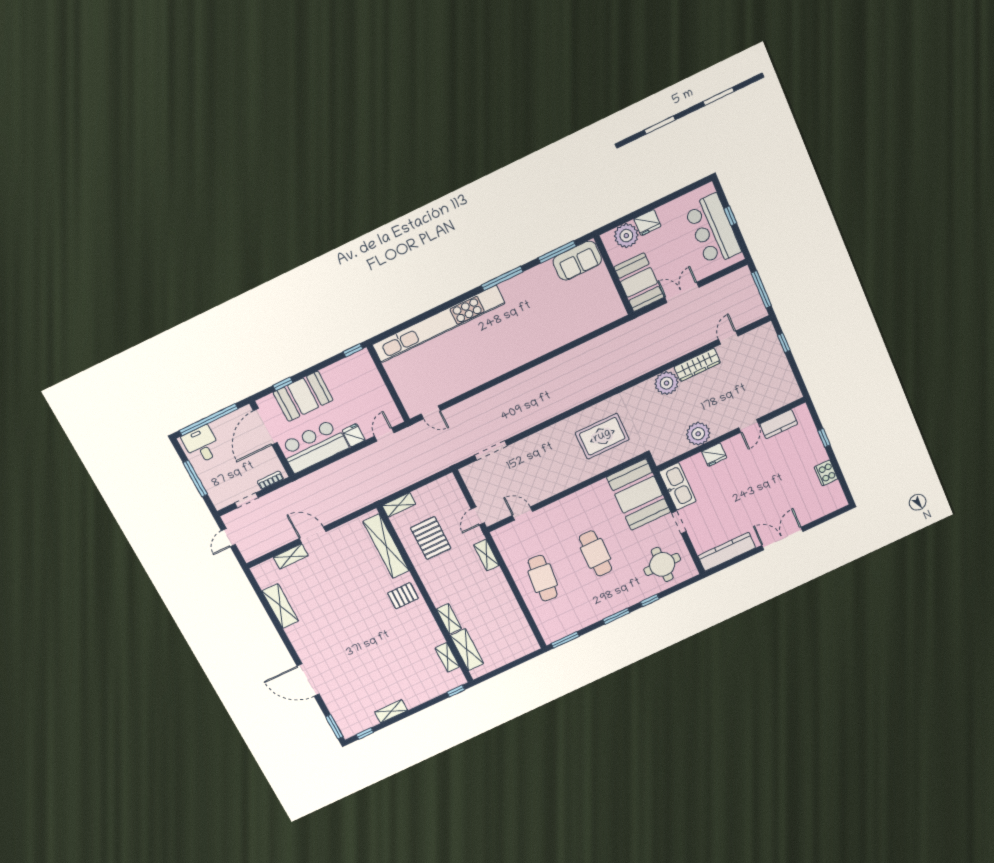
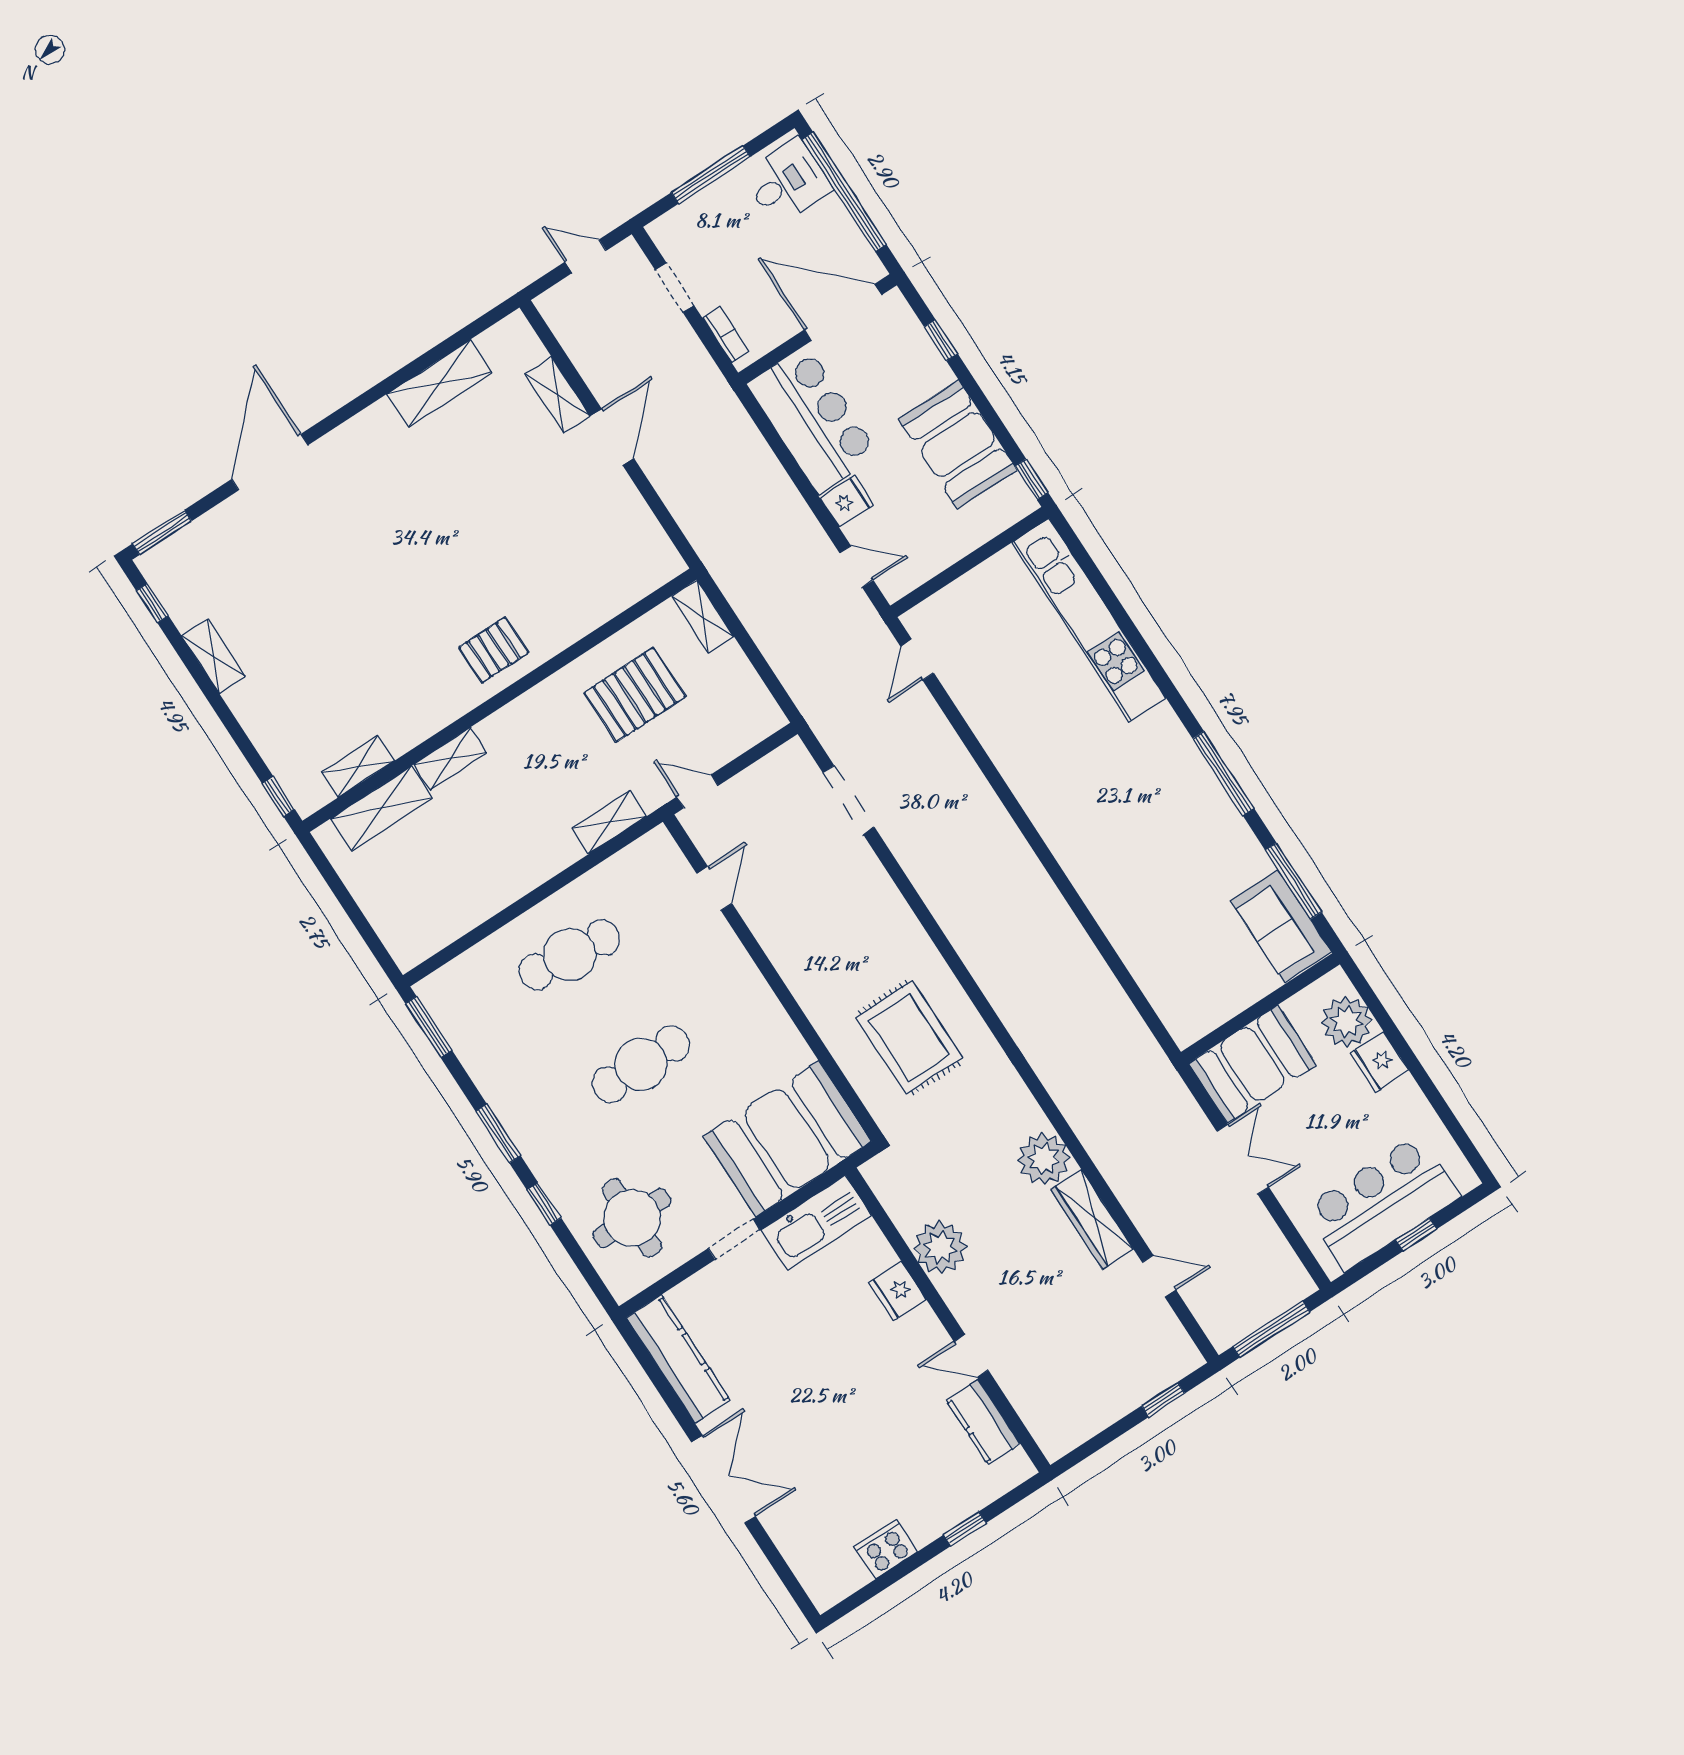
kitchen unit: (439, 324) -> (1089, 620), width x0.73
booth: (303, 396) -> (958, 444), moved
shelving: (386, 546) -> (605, 599), removed
pallet: (403, 596) -> (494, 650), turned 90

